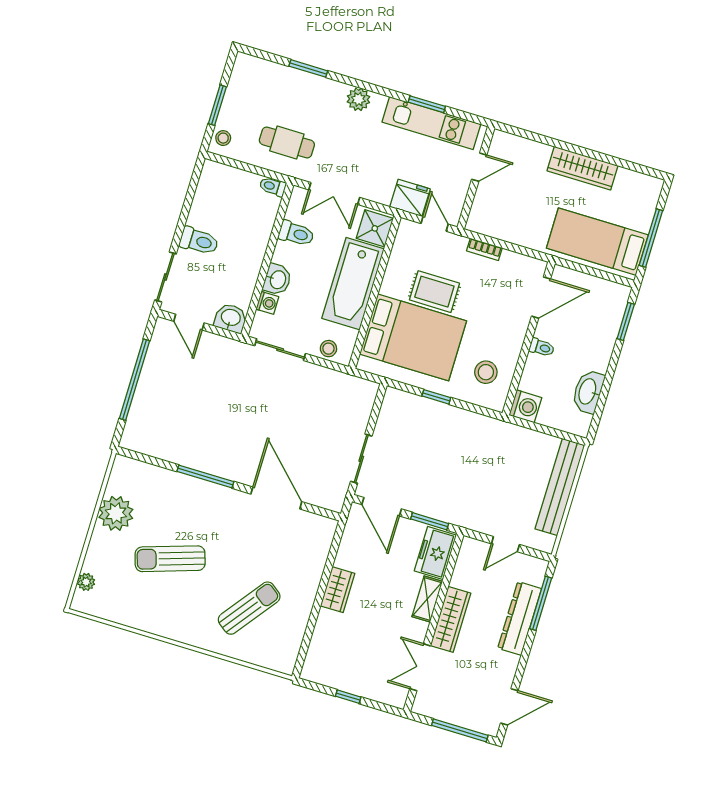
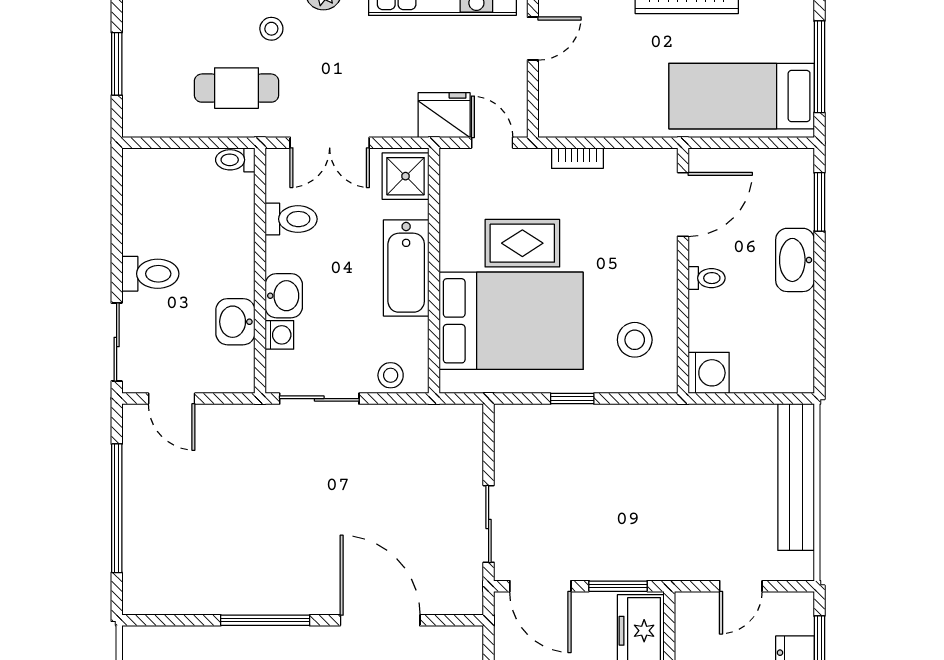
stool: (223, 138) -> (271, 29), moved
bathtub: (353, 284) -> (406, 268), width x0.73, depth x0.73
washbasin: (231, 318) -> (235, 322), moved, turned -90
washbasin: (588, 392) -> (795, 260), moved

